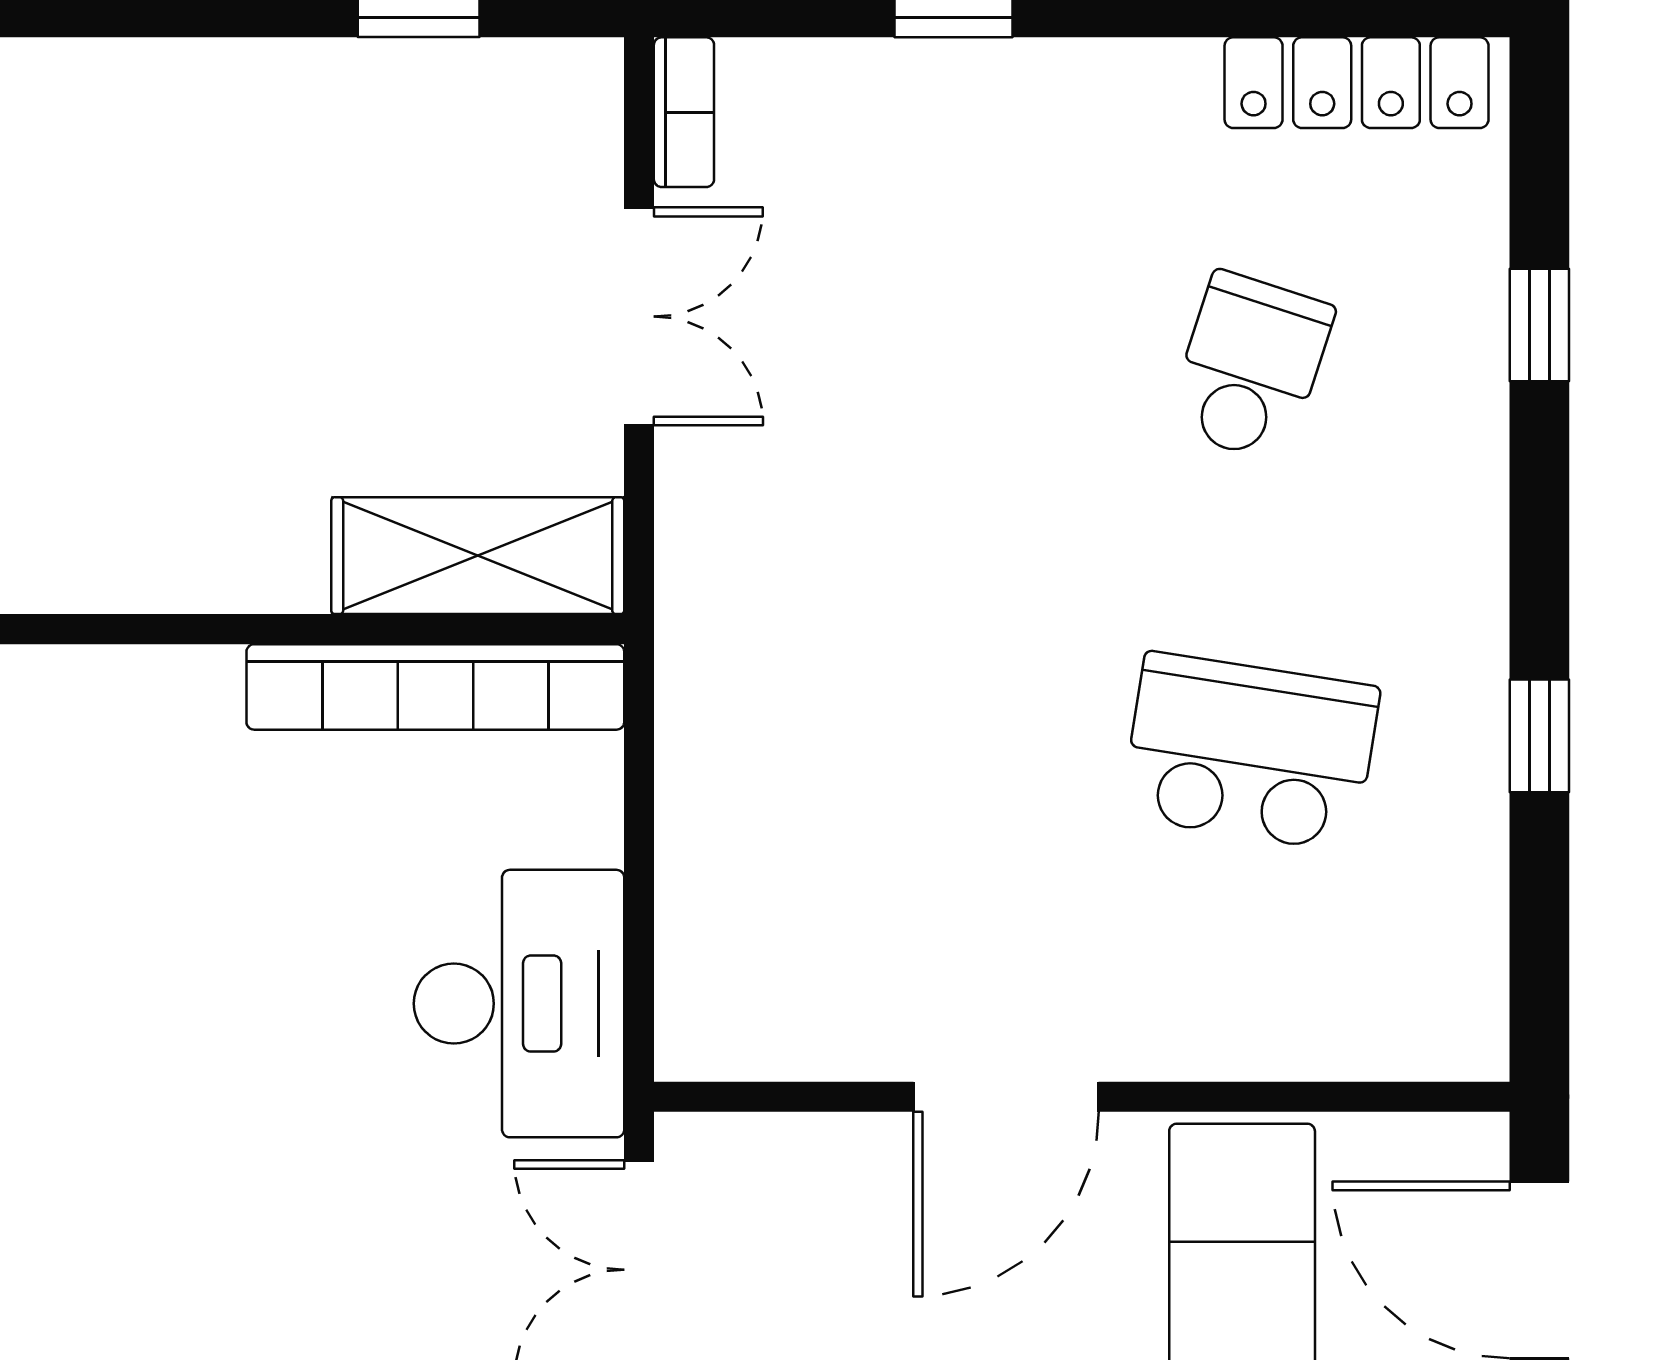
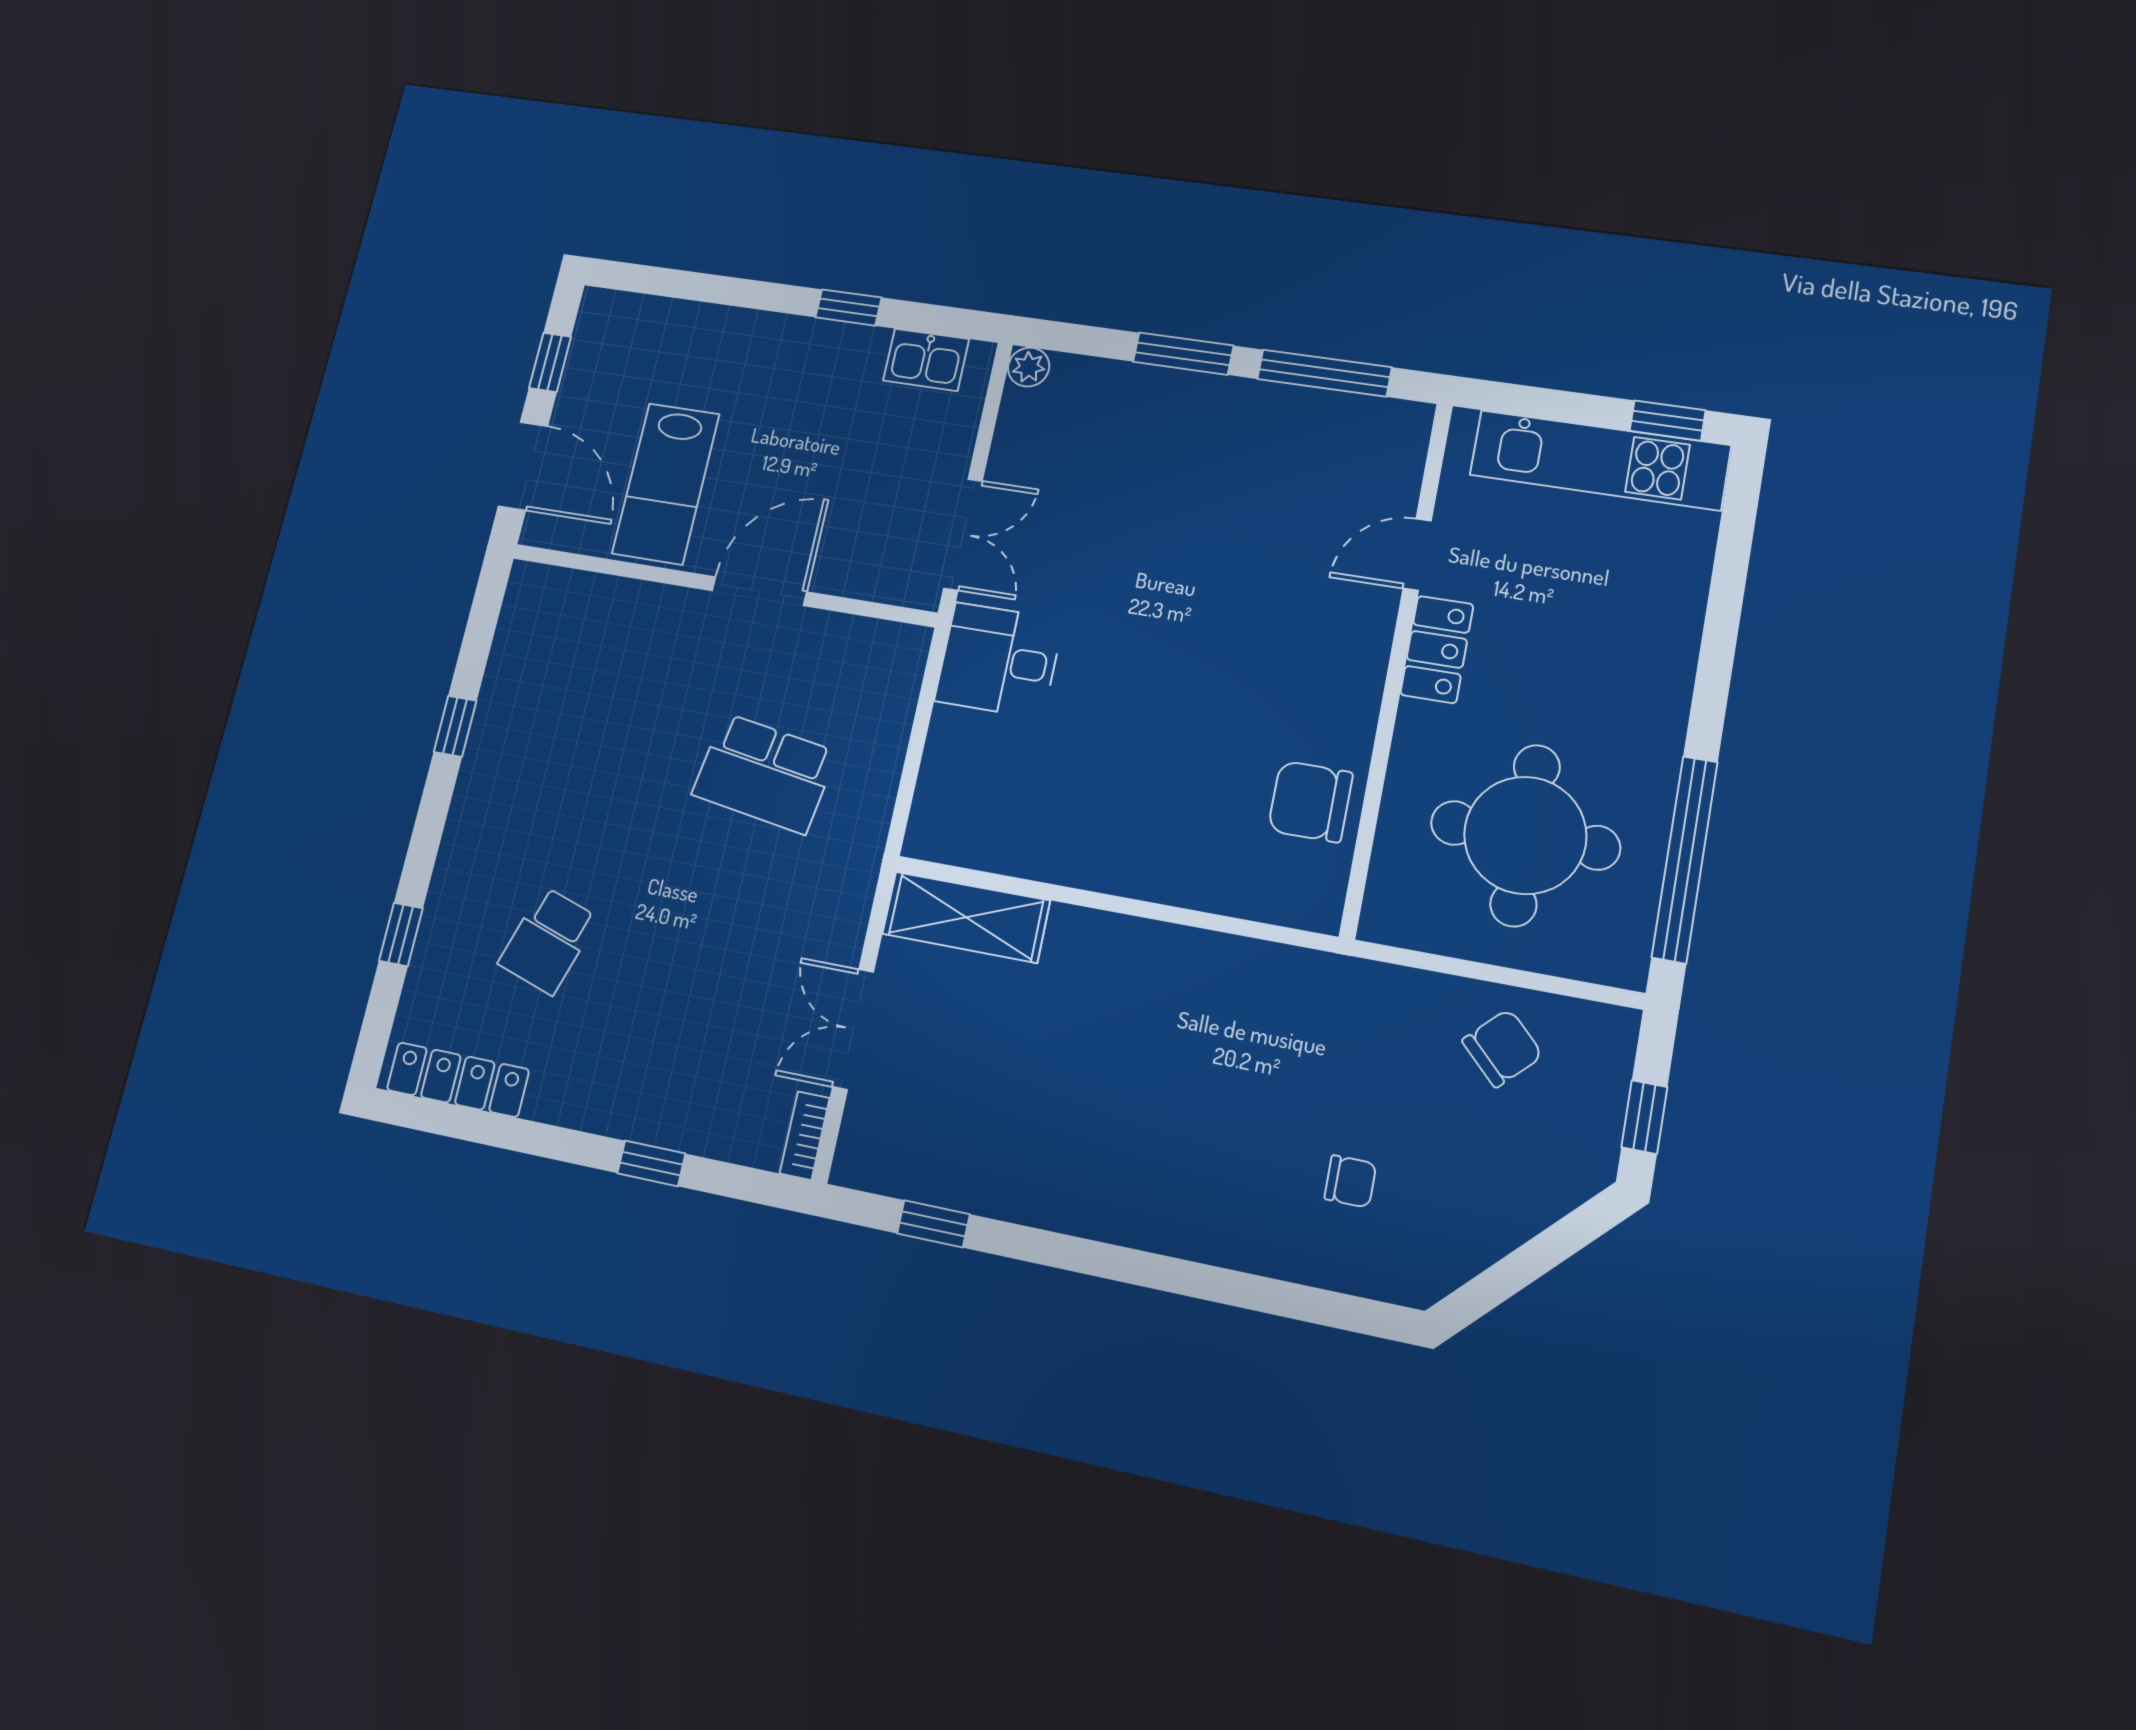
bookcase: (435, 687) -> (1003, 851), removed
school desk: (1250, 752) -> (765, 773), moved
desk: (519, 1004) -> (999, 660), width x0.73

